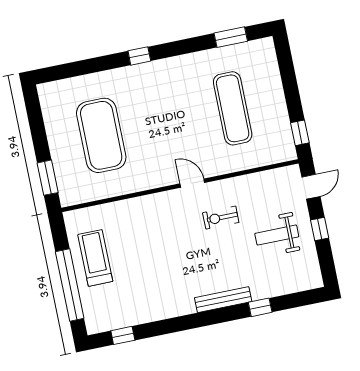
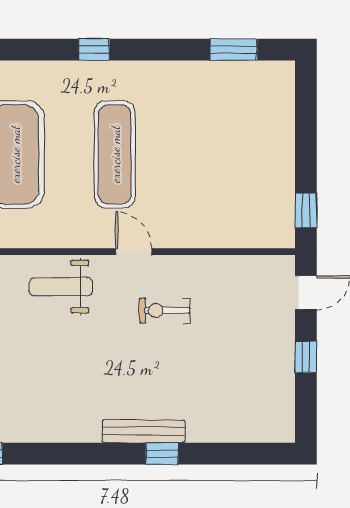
exercise mat: (233, 108) -> (115, 154), moved
weight bench: (277, 235) -> (61, 287), moved
window: (260, 307) -> (162, 454), moved

